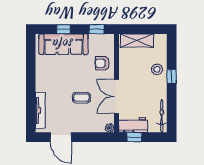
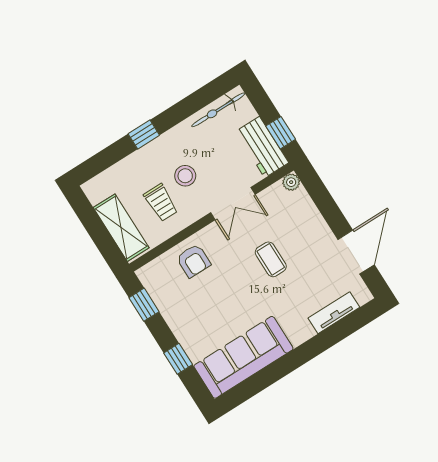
sofa: (63, 44) -> (243, 357), moved, turned -90
trolley: (137, 65) -> (161, 203), added
stool: (157, 69) -> (185, 176), moved
double door: (116, 96) -> (233, 204), width x0.73
tv unit: (40, 111) -> (334, 313), width x0.71

